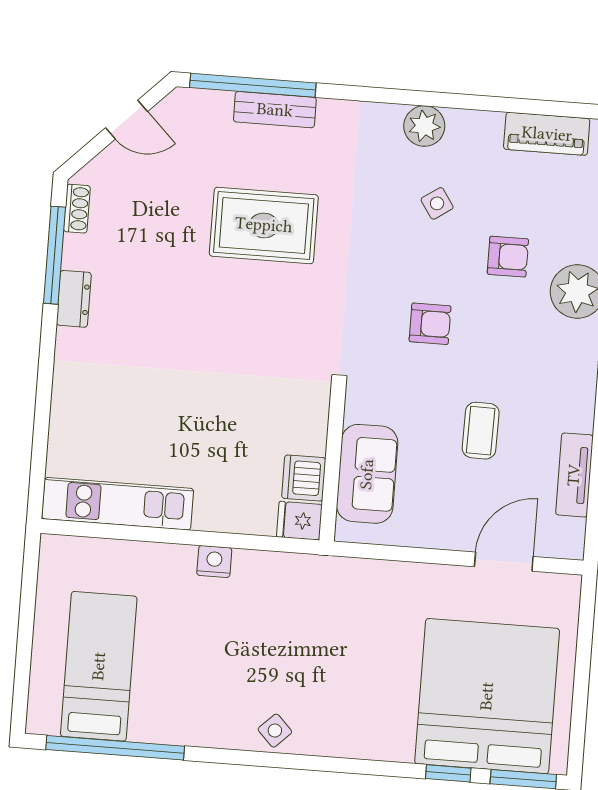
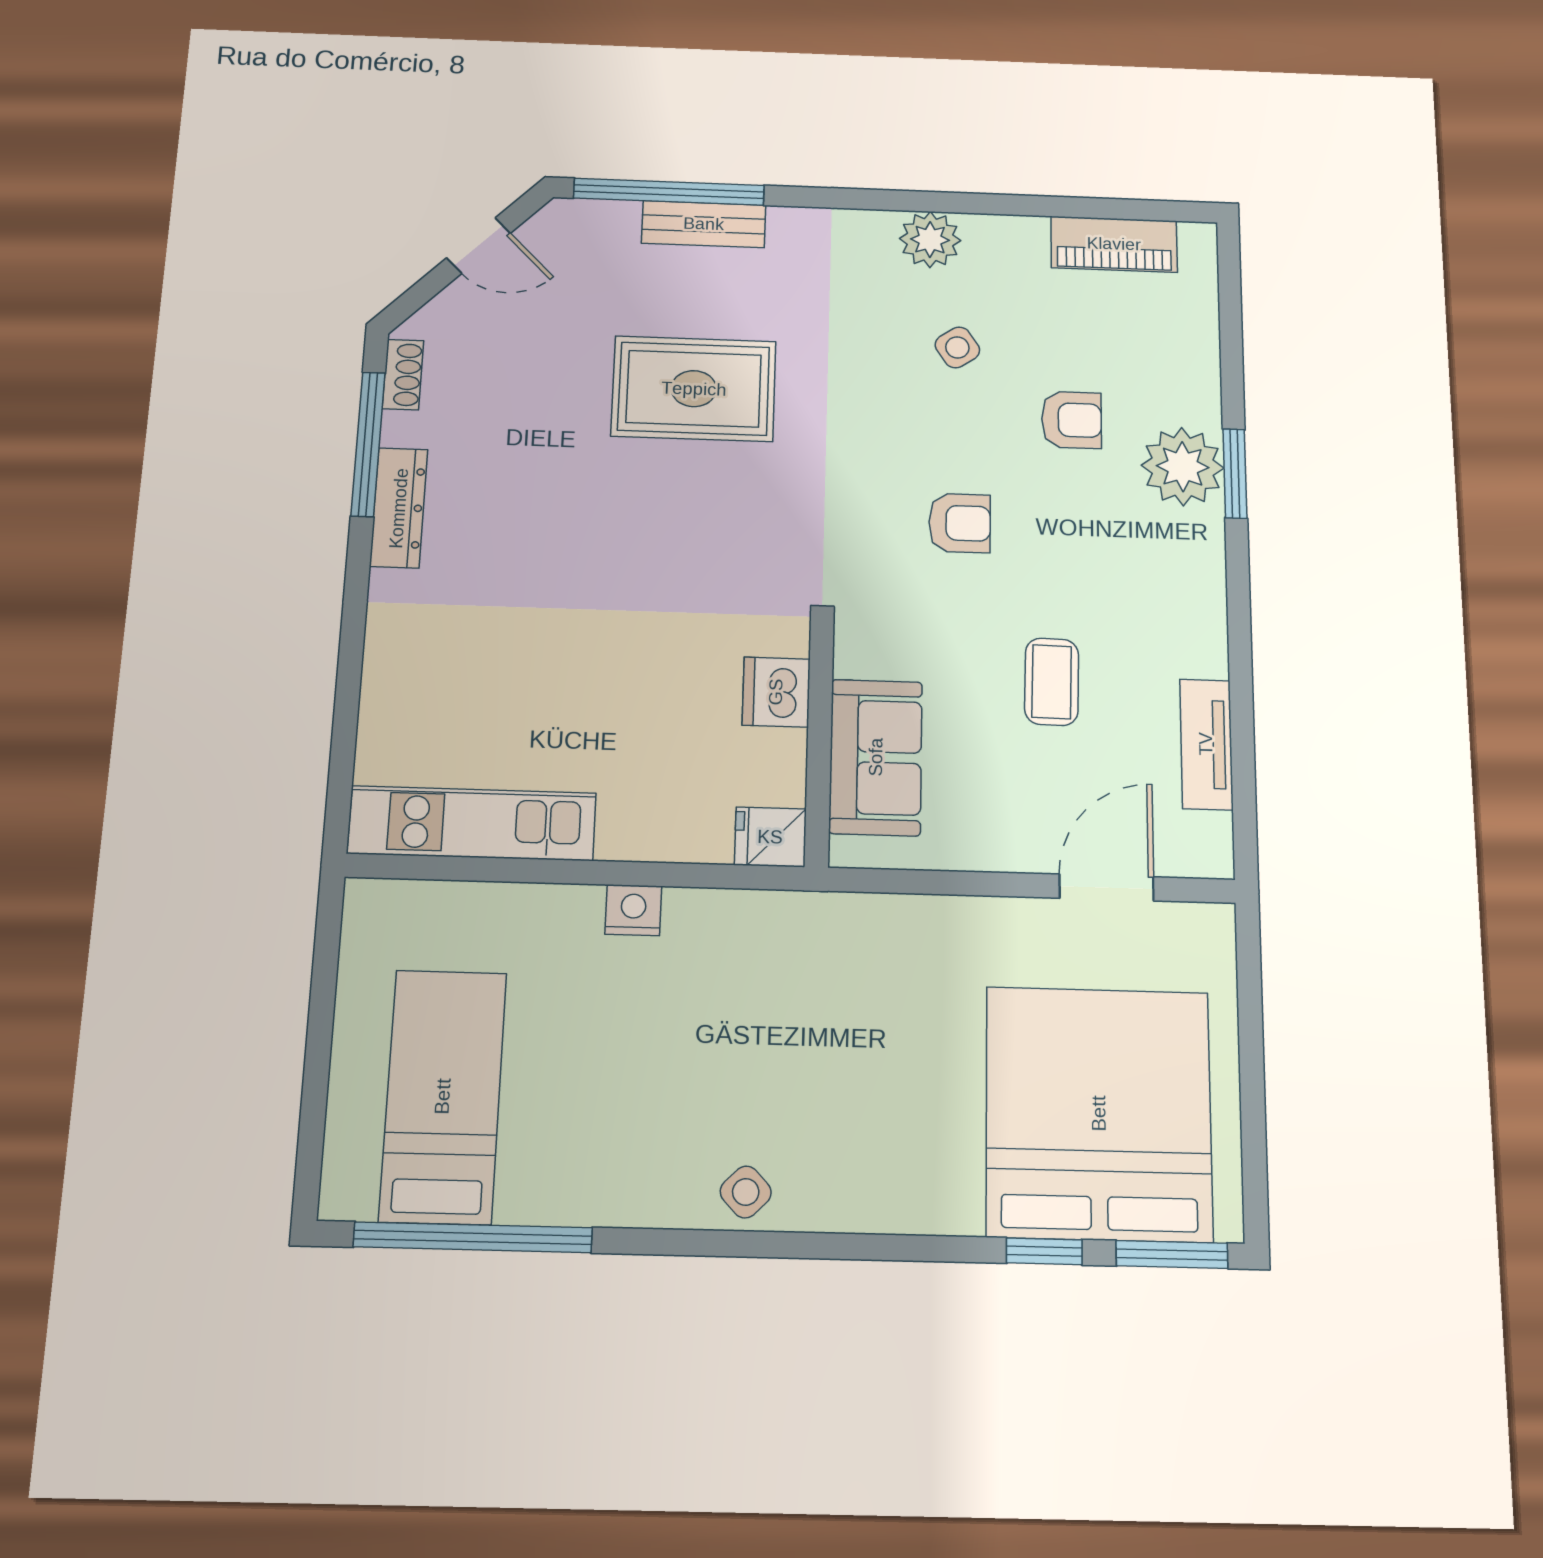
dresser: (74, 299) -> (399, 508), width x1.44
dishwasher: (304, 478) -> (776, 692), moved

